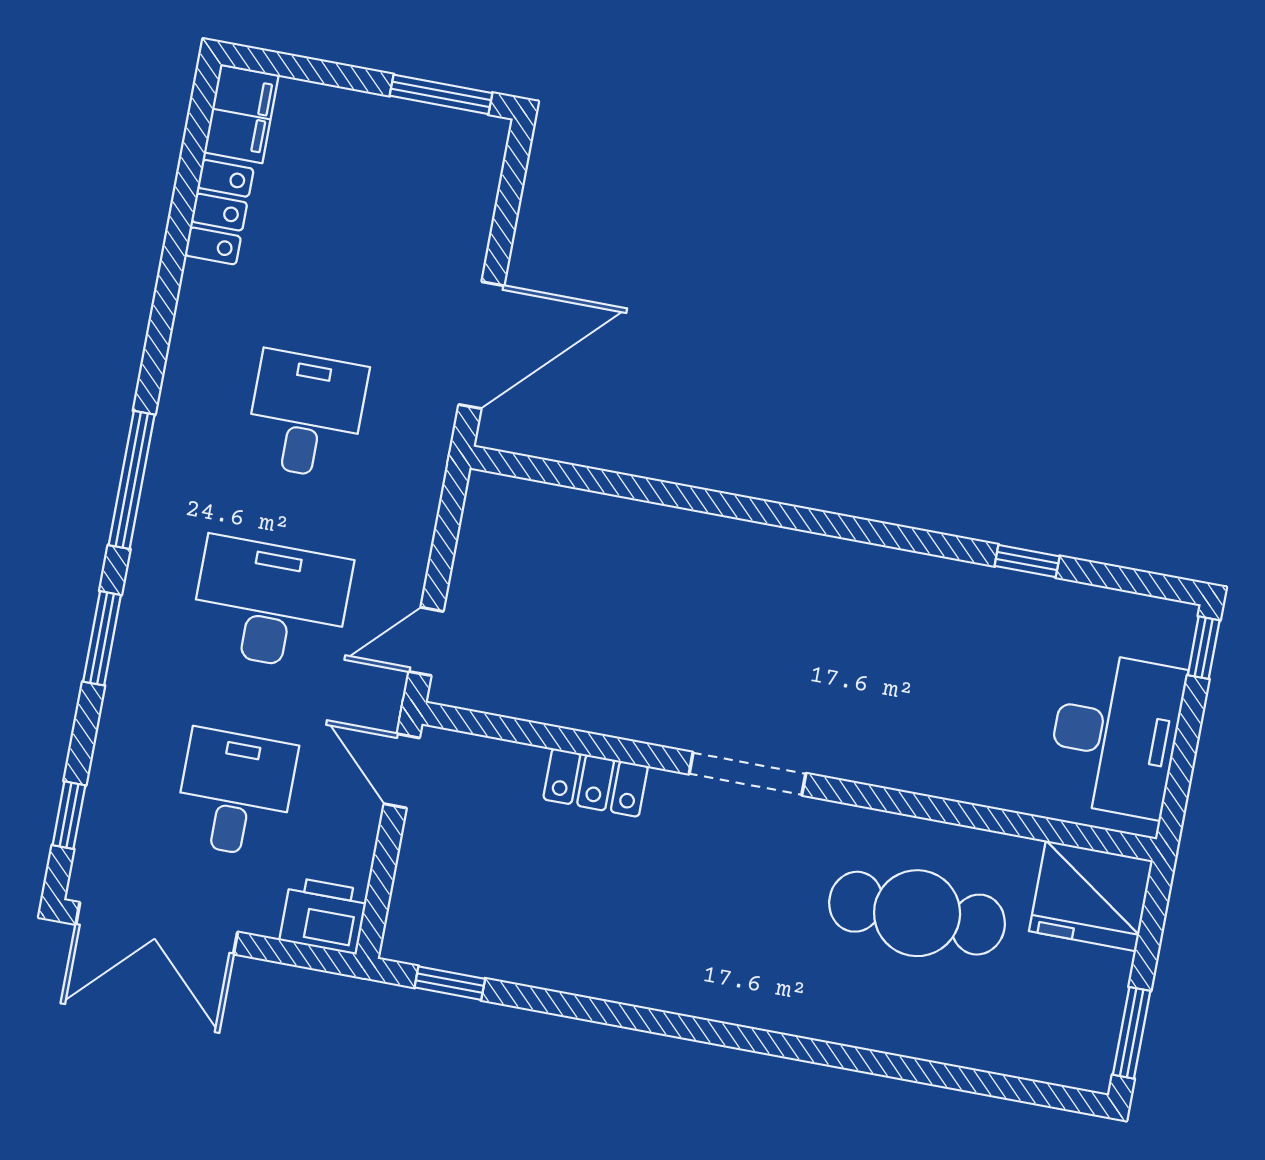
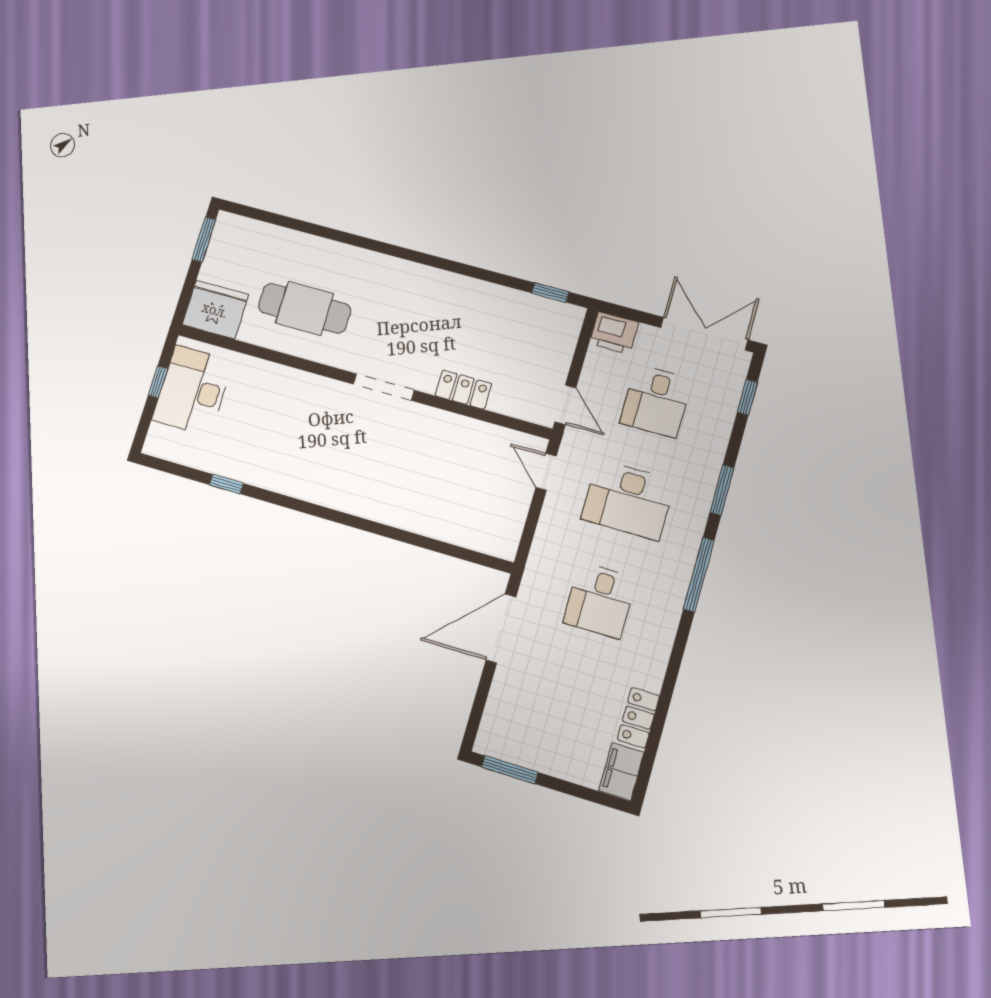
door: (426, 641) -> (546, 472), swing flipped
window: (1204, 648) -> (158, 382), moved

